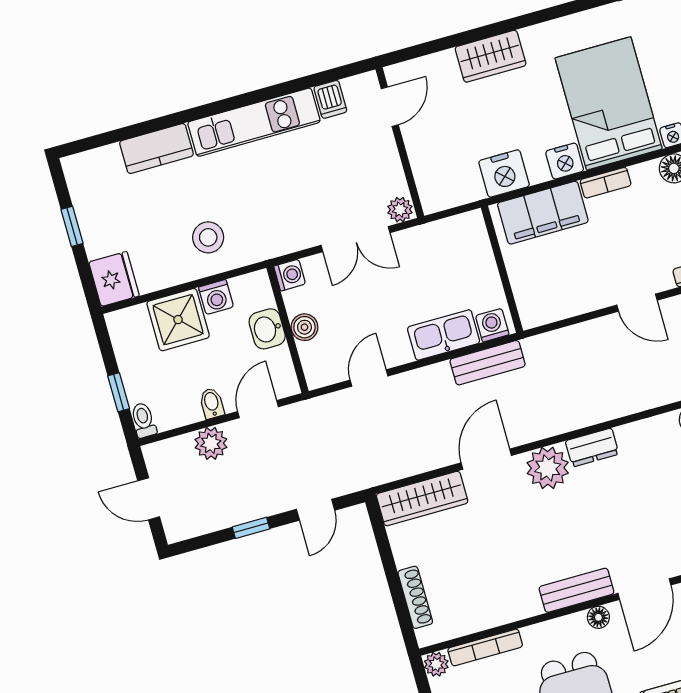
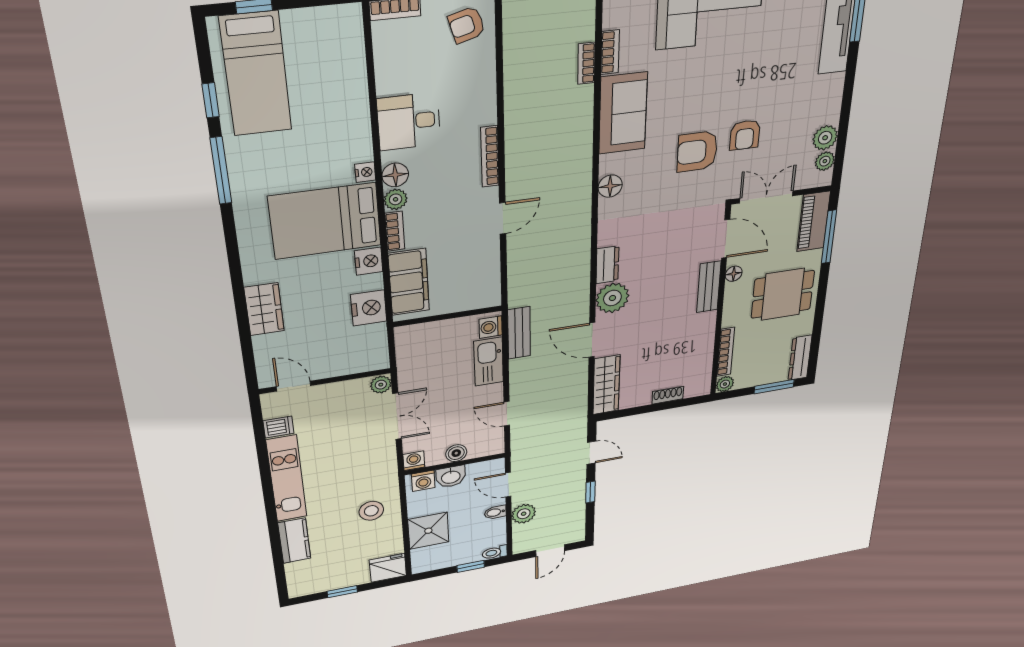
plant: (645, 175) -> (396, 199), added
washing machine: (216, 297) -> (423, 481), moved, turned 90
shoe rack: (415, 597) -> (668, 395), width x0.70

